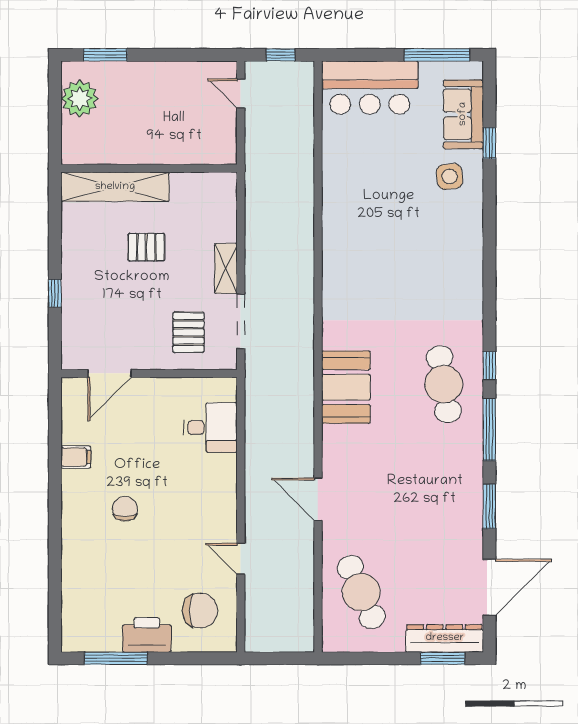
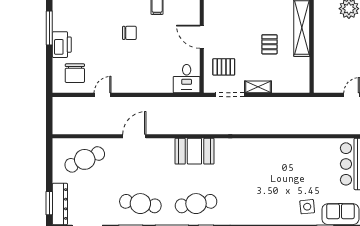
door: (110, 373) -> (202, 37), moved
desk: (210, 427) -> (187, 79), moved
cafe table: (444, 488) -> (140, 204), added

